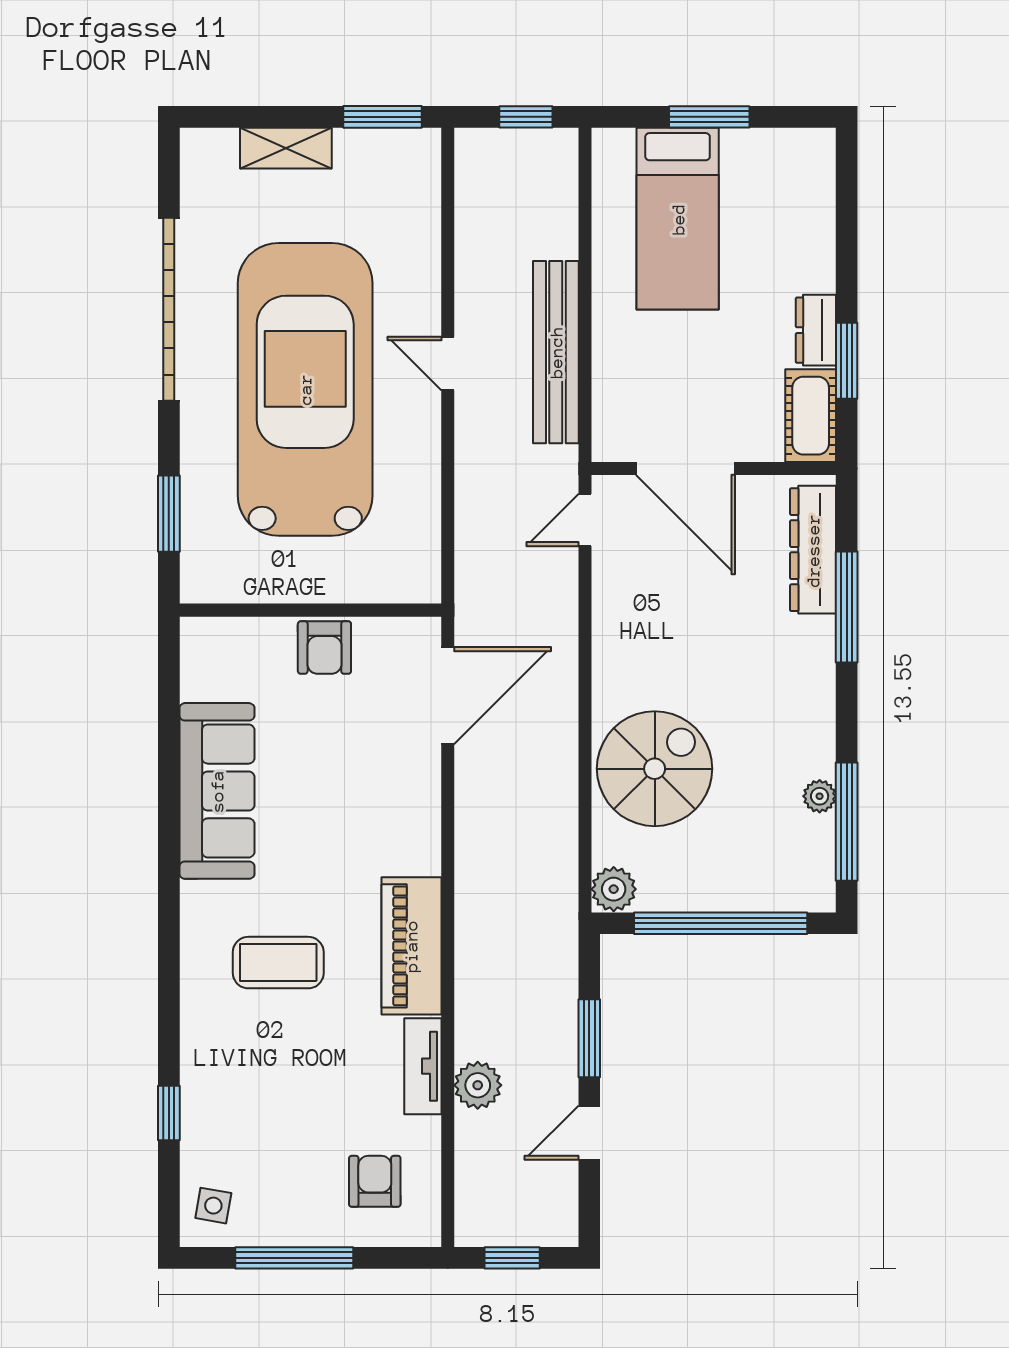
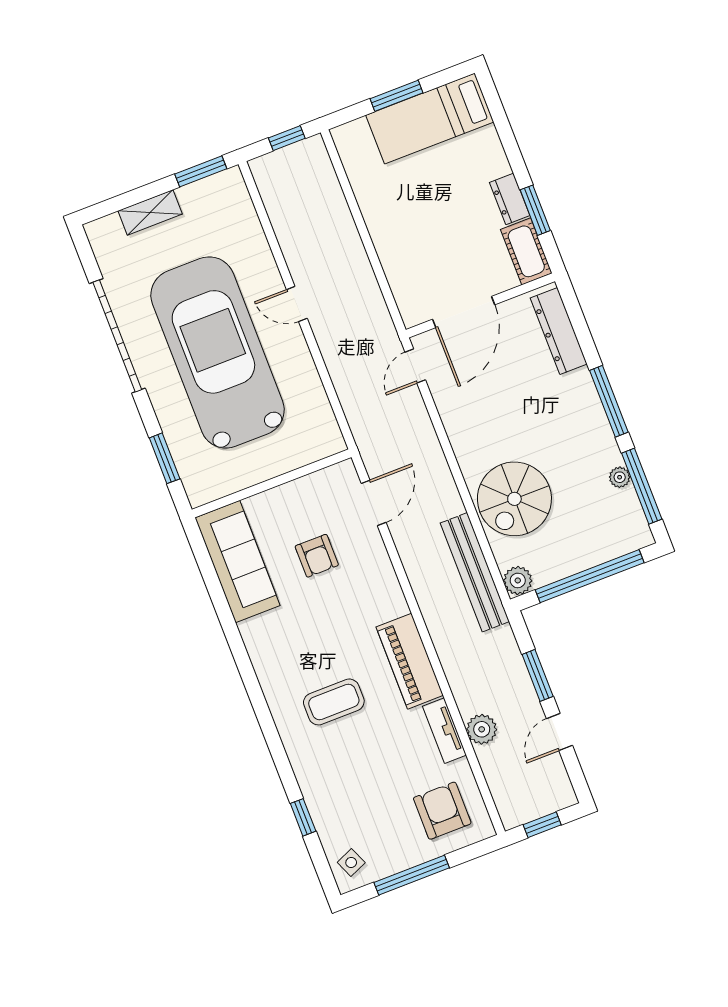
bed: (678, 219) -> (430, 119), moved, turned 90
bench: (556, 352) -> (475, 572), moved
door: (686, 469) -> (464, 312), hinge flipped
window: (847, 607) -> (609, 401), moved
armchair: (324, 648) -> (317, 556), moved
door: (448, 696) -> (374, 503), width x0.73
spiral stairs: (655, 769) -> (514, 499), turned 180
sofa: (217, 791) -> (238, 562), moved
armchair: (375, 1181) -> (442, 811), width x1.38, depth x1.38
side table: (213, 1206) -> (351, 862), turned -33

